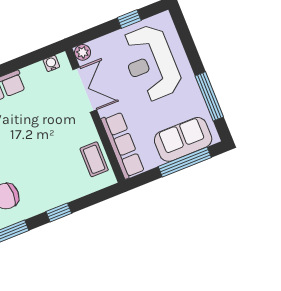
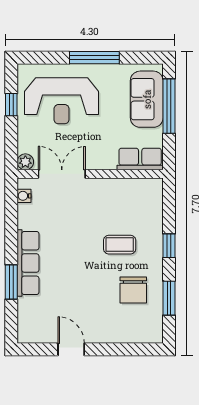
window: (209, 96) -> (94, 58), moved
row of seats: (123, 145) -> (140, 159), width x0.68
coffee table: (94, 159) -> (120, 245), moved

